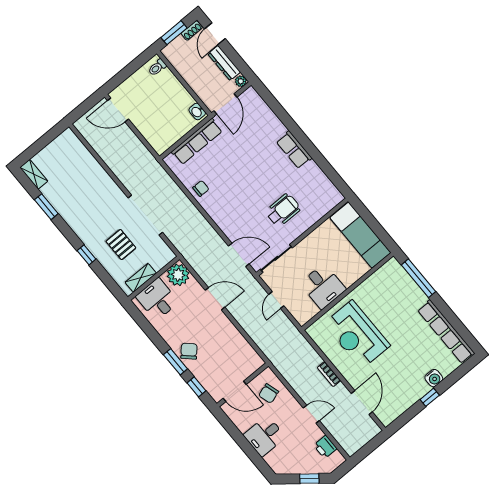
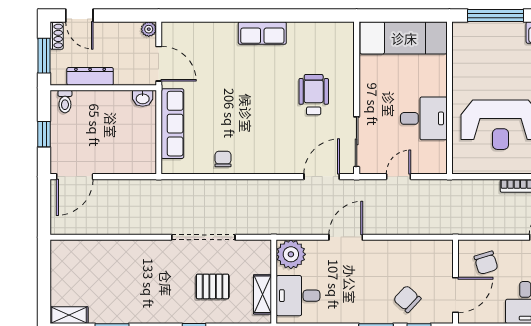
dresser: (224, 63) -> (90, 76), moved, turned 180
window: (128, 71) -> (44, 134), added
door: (276, 300) -> (399, 177), swing flipped
chair: (189, 351) -> (407, 299), moved

